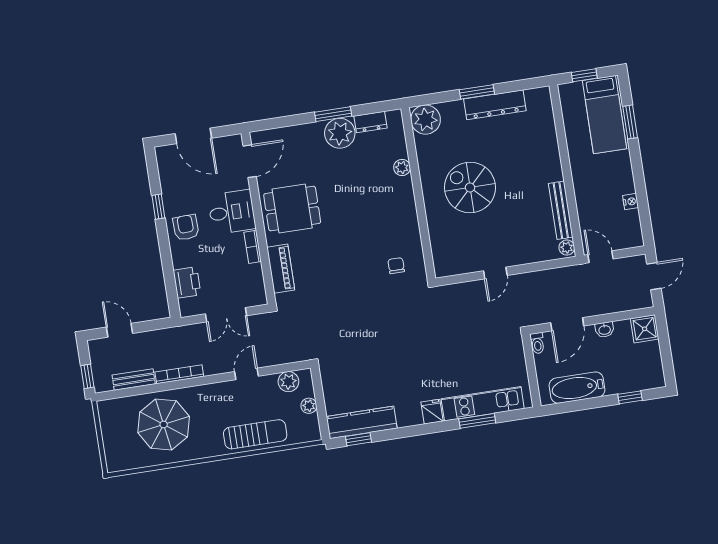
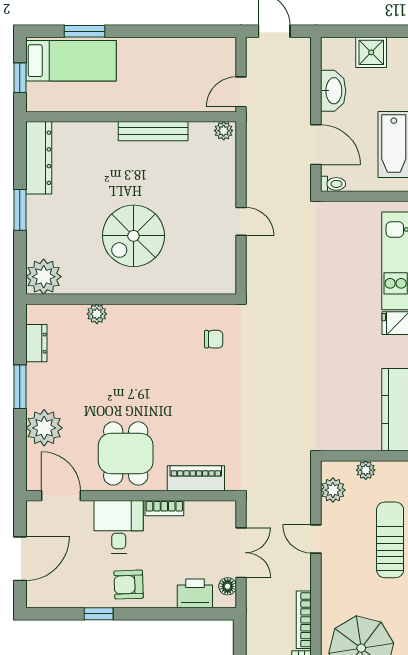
dresser: (495, 105) -> (39, 158), moved
plant: (340, 133) -> (44, 428), moved
nightstand: (631, 202) -> (180, 46), removed
bench: (561, 210) -> (153, 131), moved
chair: (396, 266) -> (214, 339), turned 180
floor lamp: (197, 308) -> (228, 586), added
shower: (645, 329) -> (371, 52), moved
washbasin: (605, 330) -> (333, 91), width x1.91, depth x1.45

